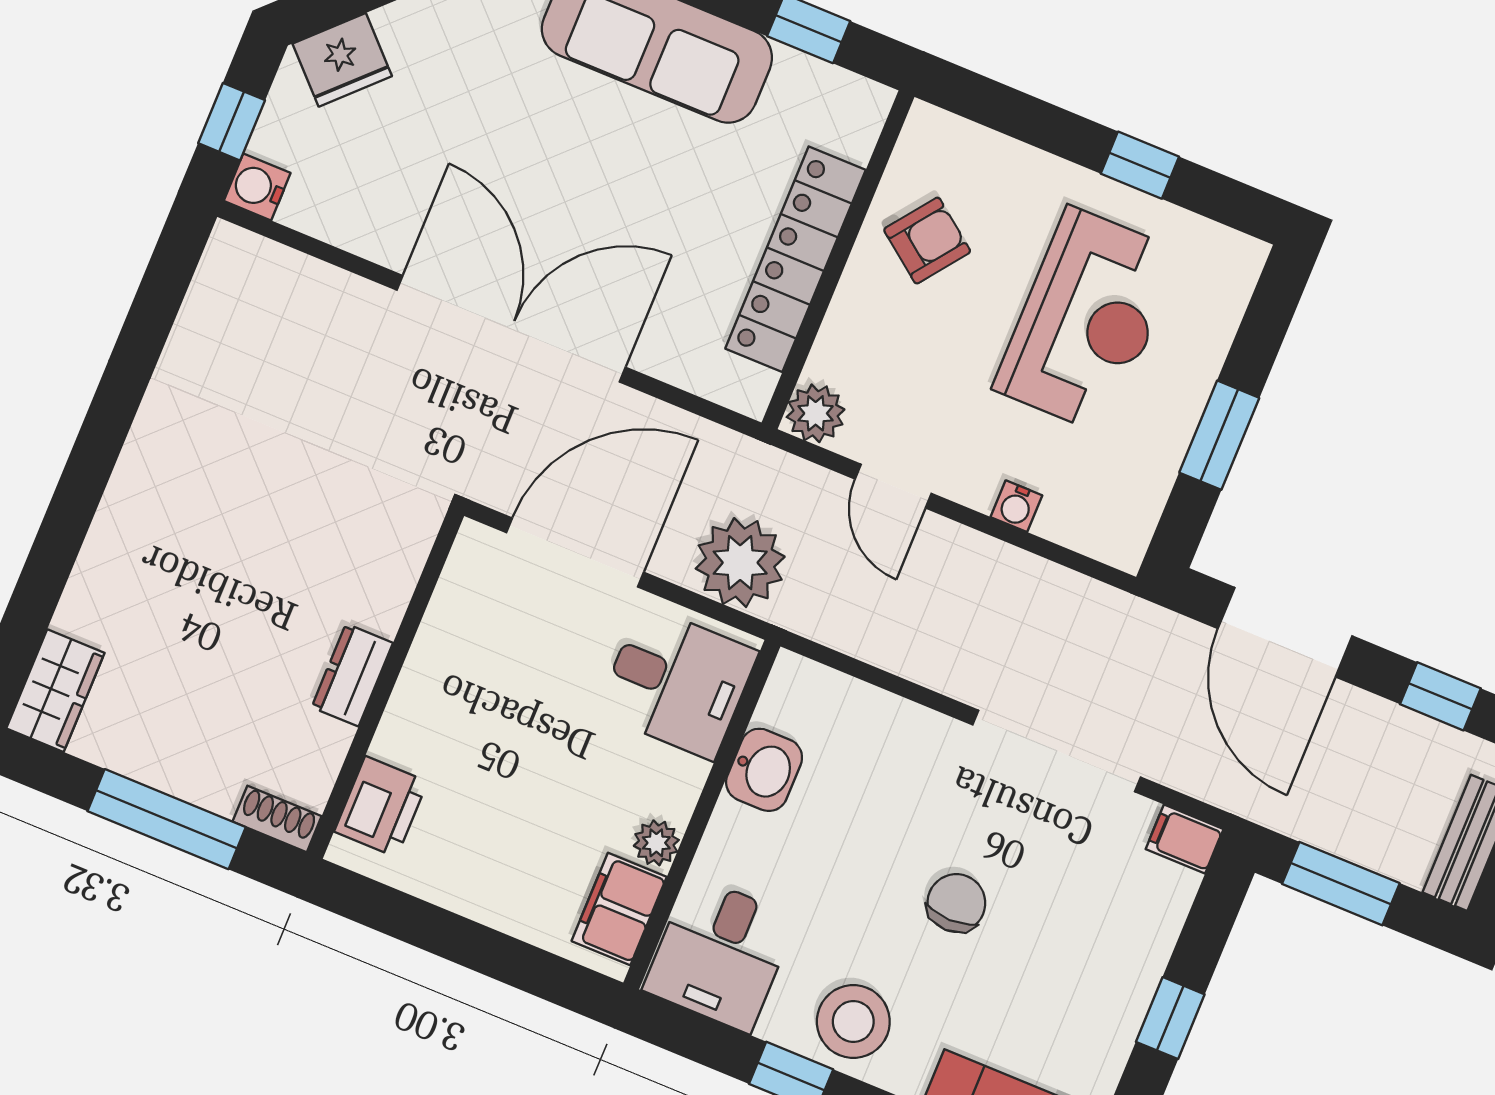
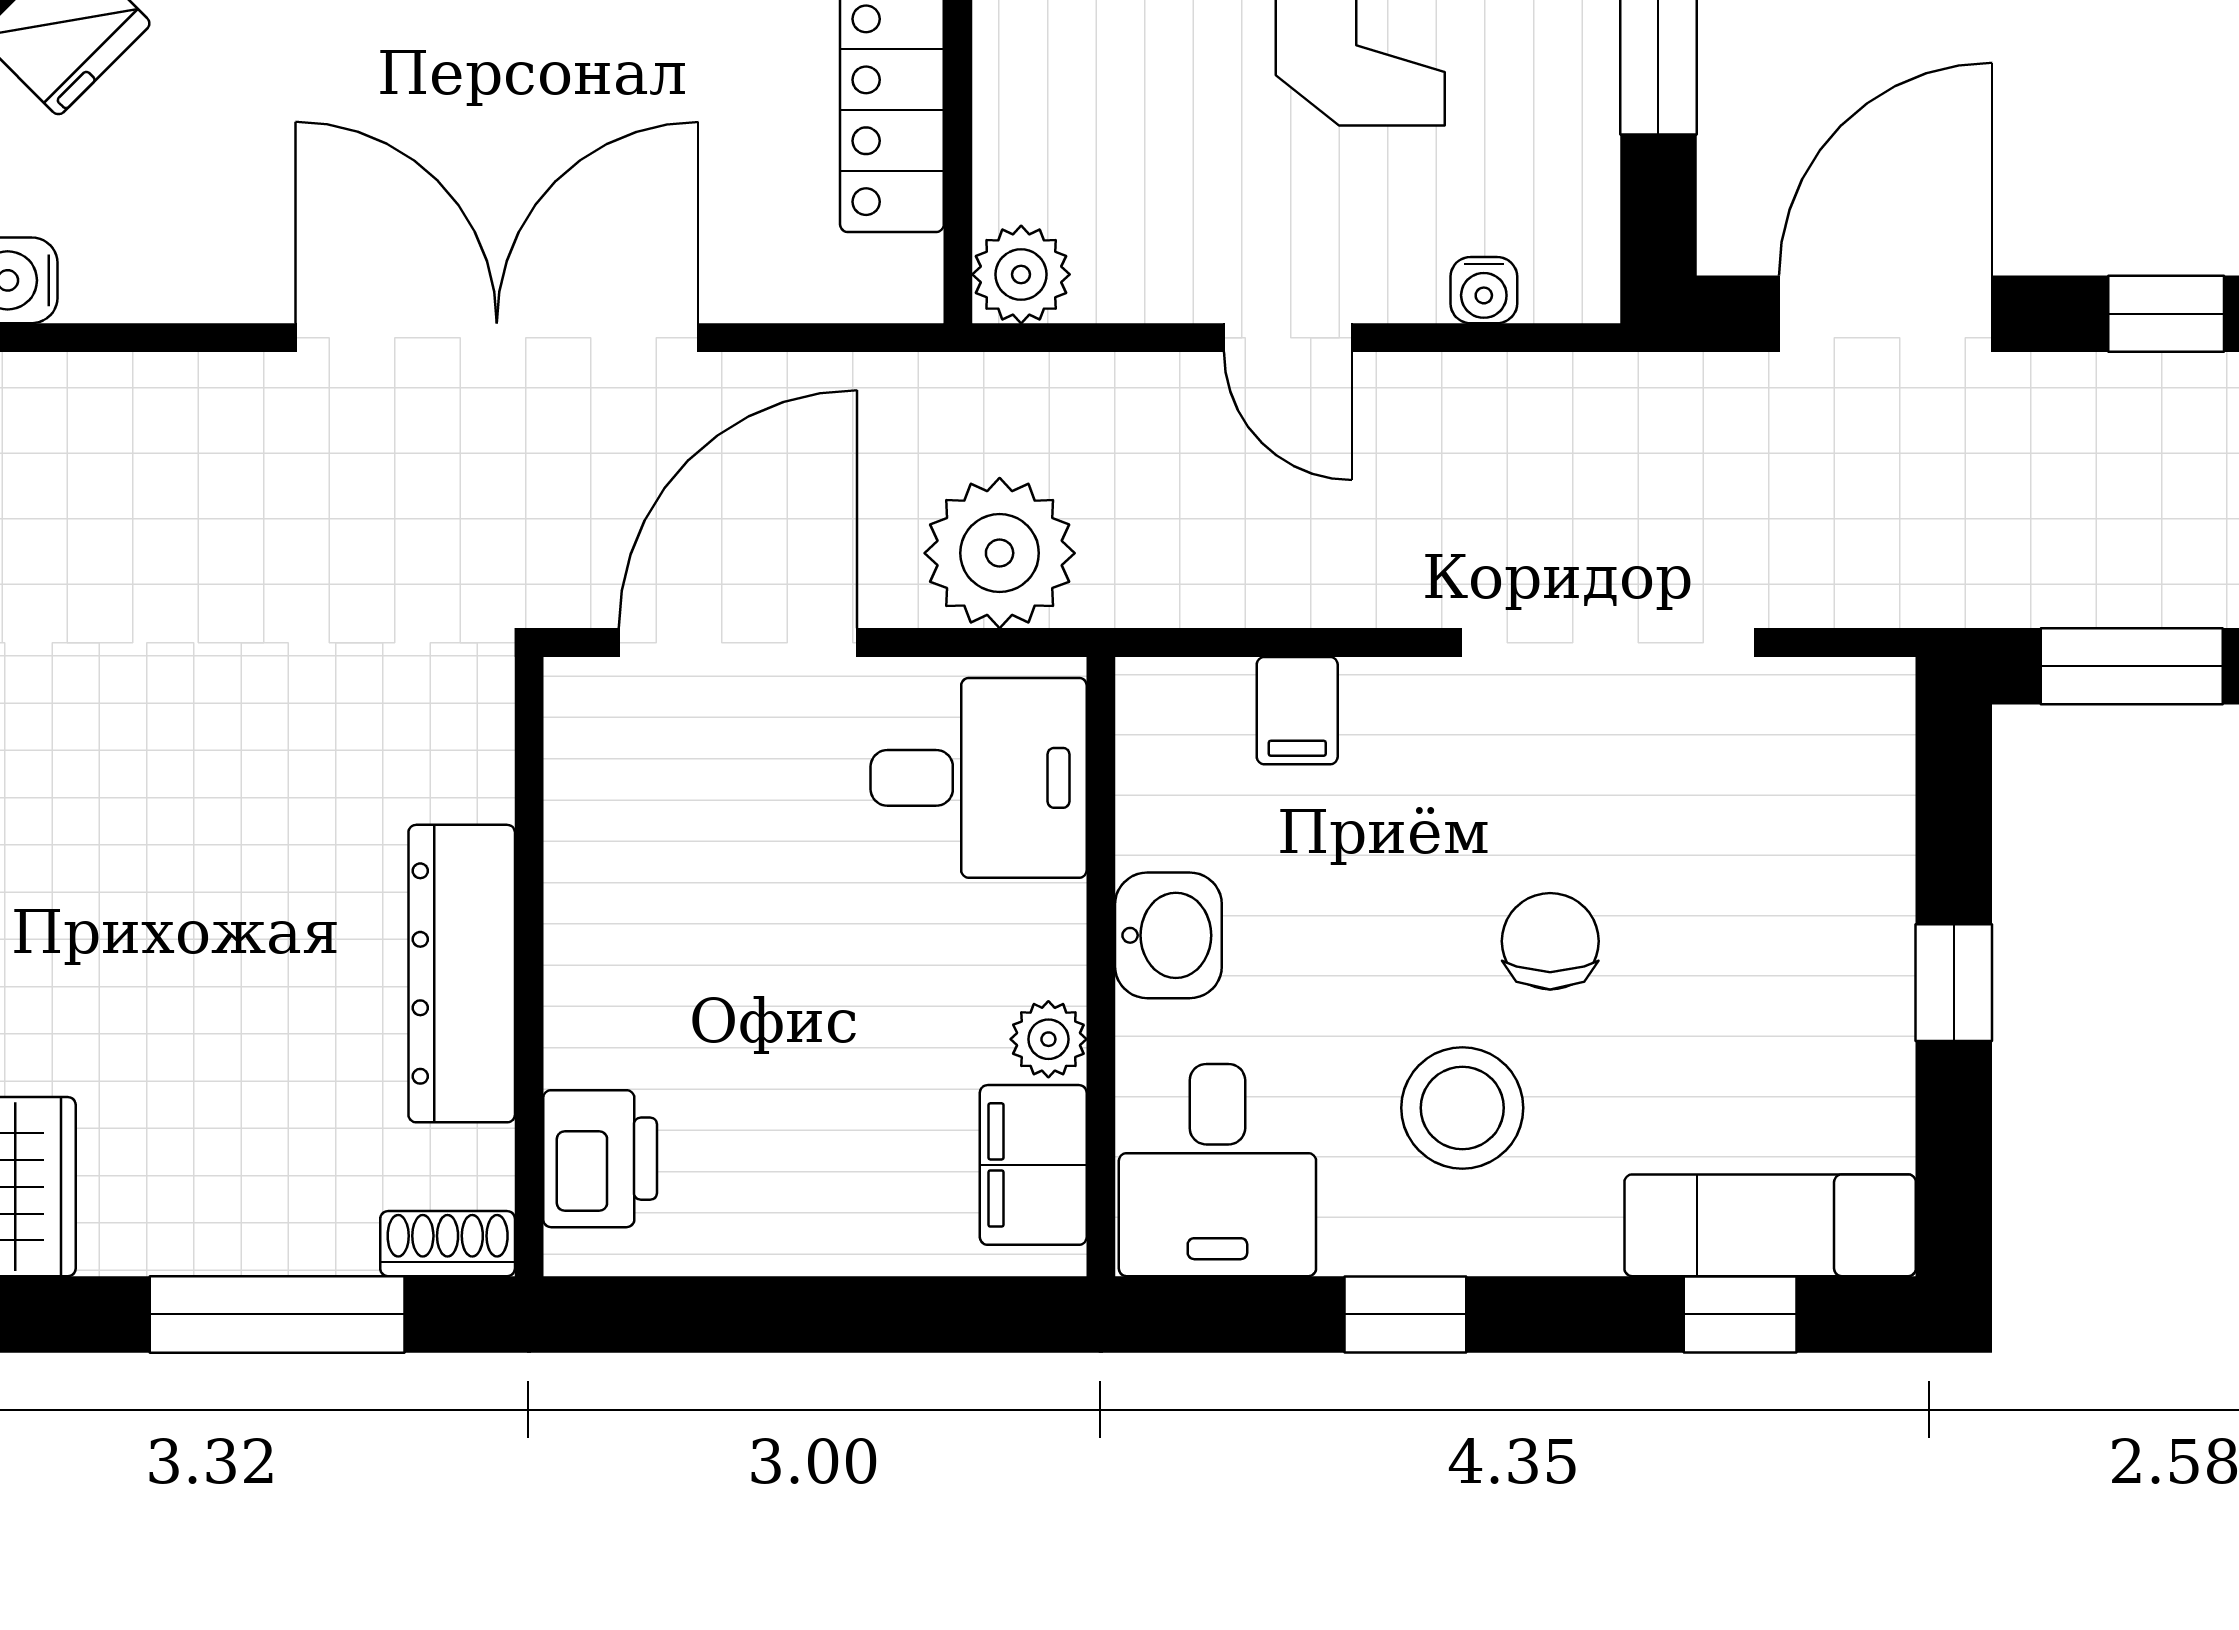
door: (893, 486) -> (1288, 338), moved
water cooler: (1016, 506) -> (1484, 290), moved
door: (1285, 632) -> (1886, 314), swing flipped
dresser: (352, 675) -> (462, 974), width x1.96, depth x1.24
washbasin: (764, 770) -> (1168, 935), moved
filing cabinet: (1185, 839) -> (1297, 711), moved, turned -90
stool: (853, 1022) -> (1462, 1108), moved

